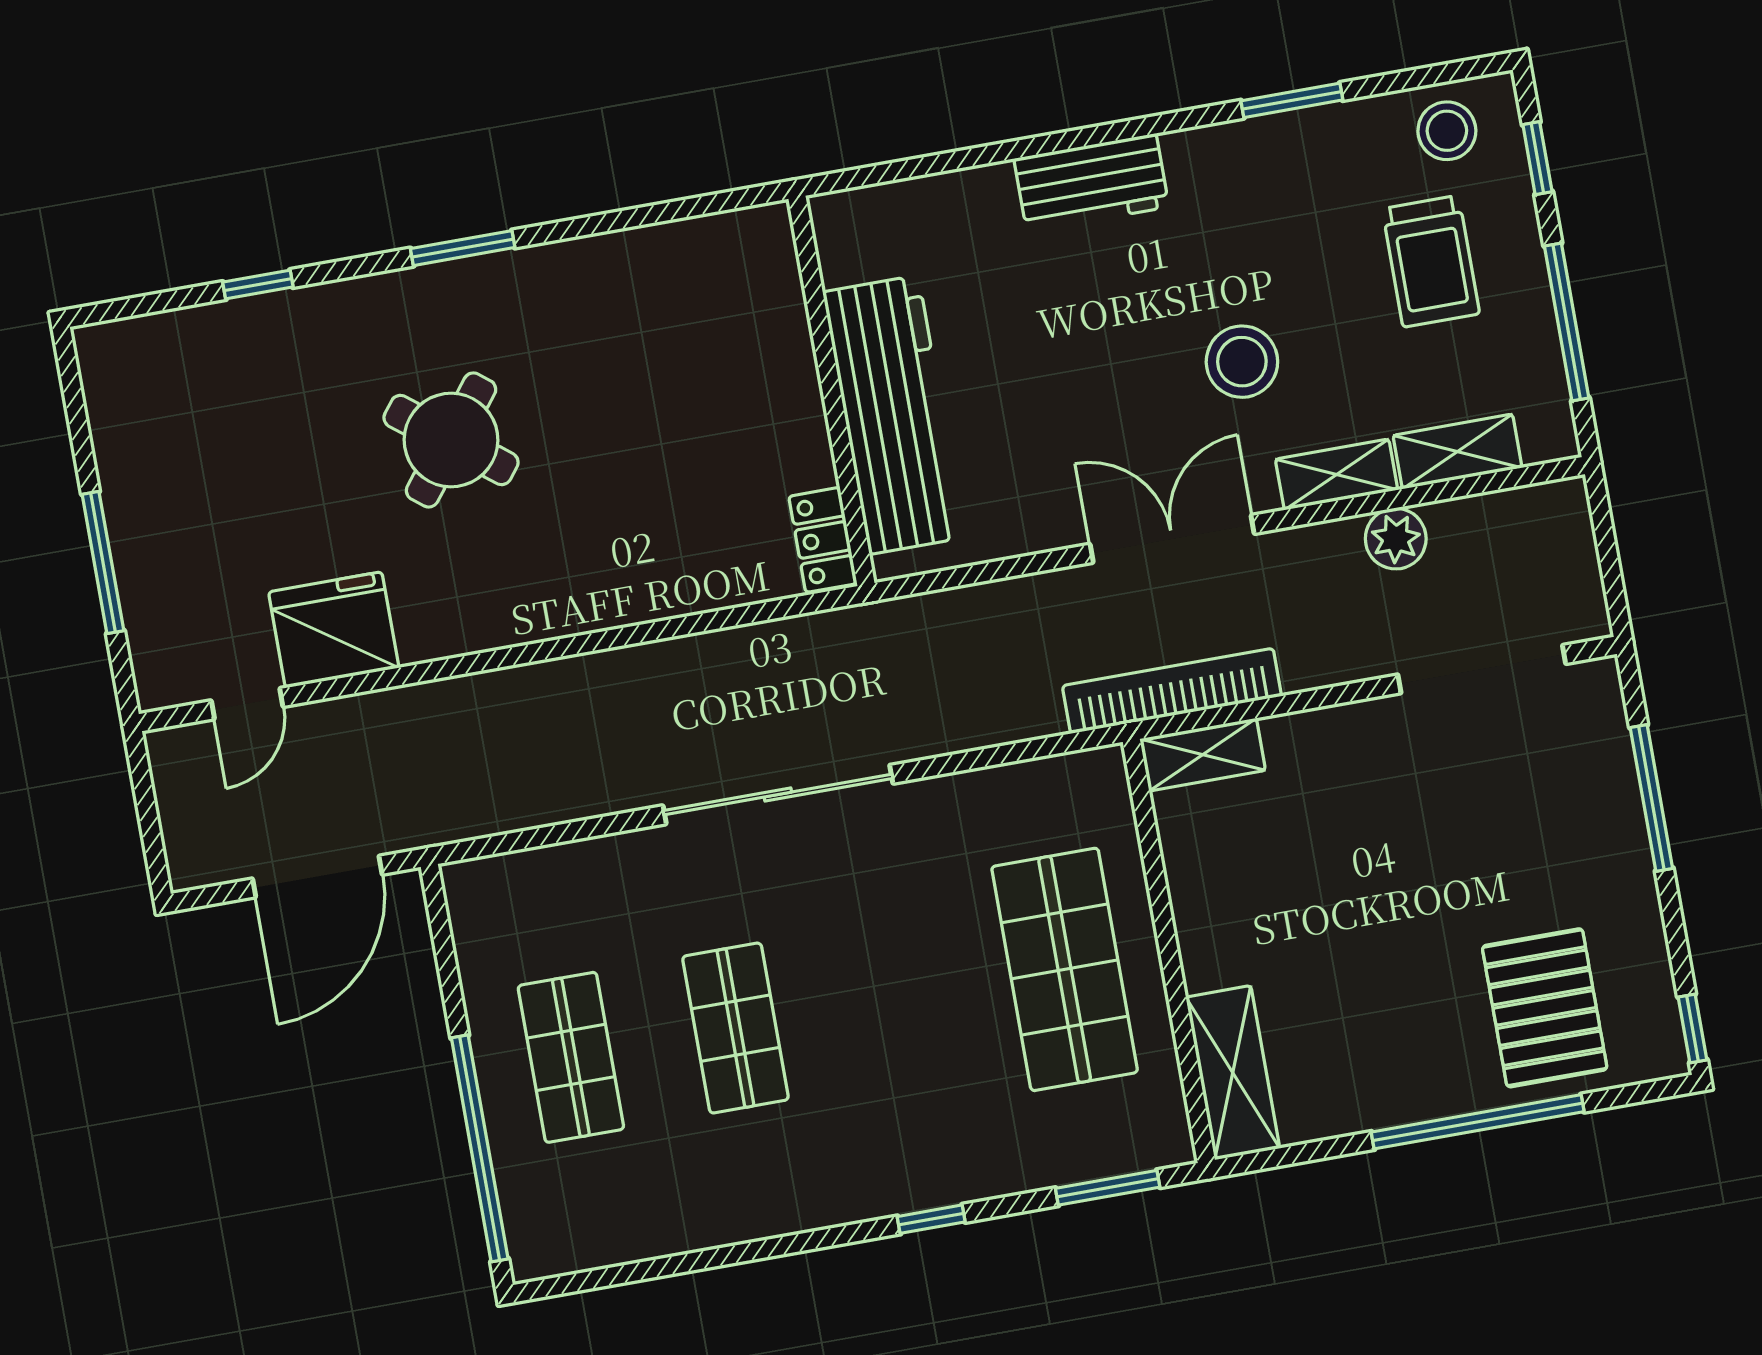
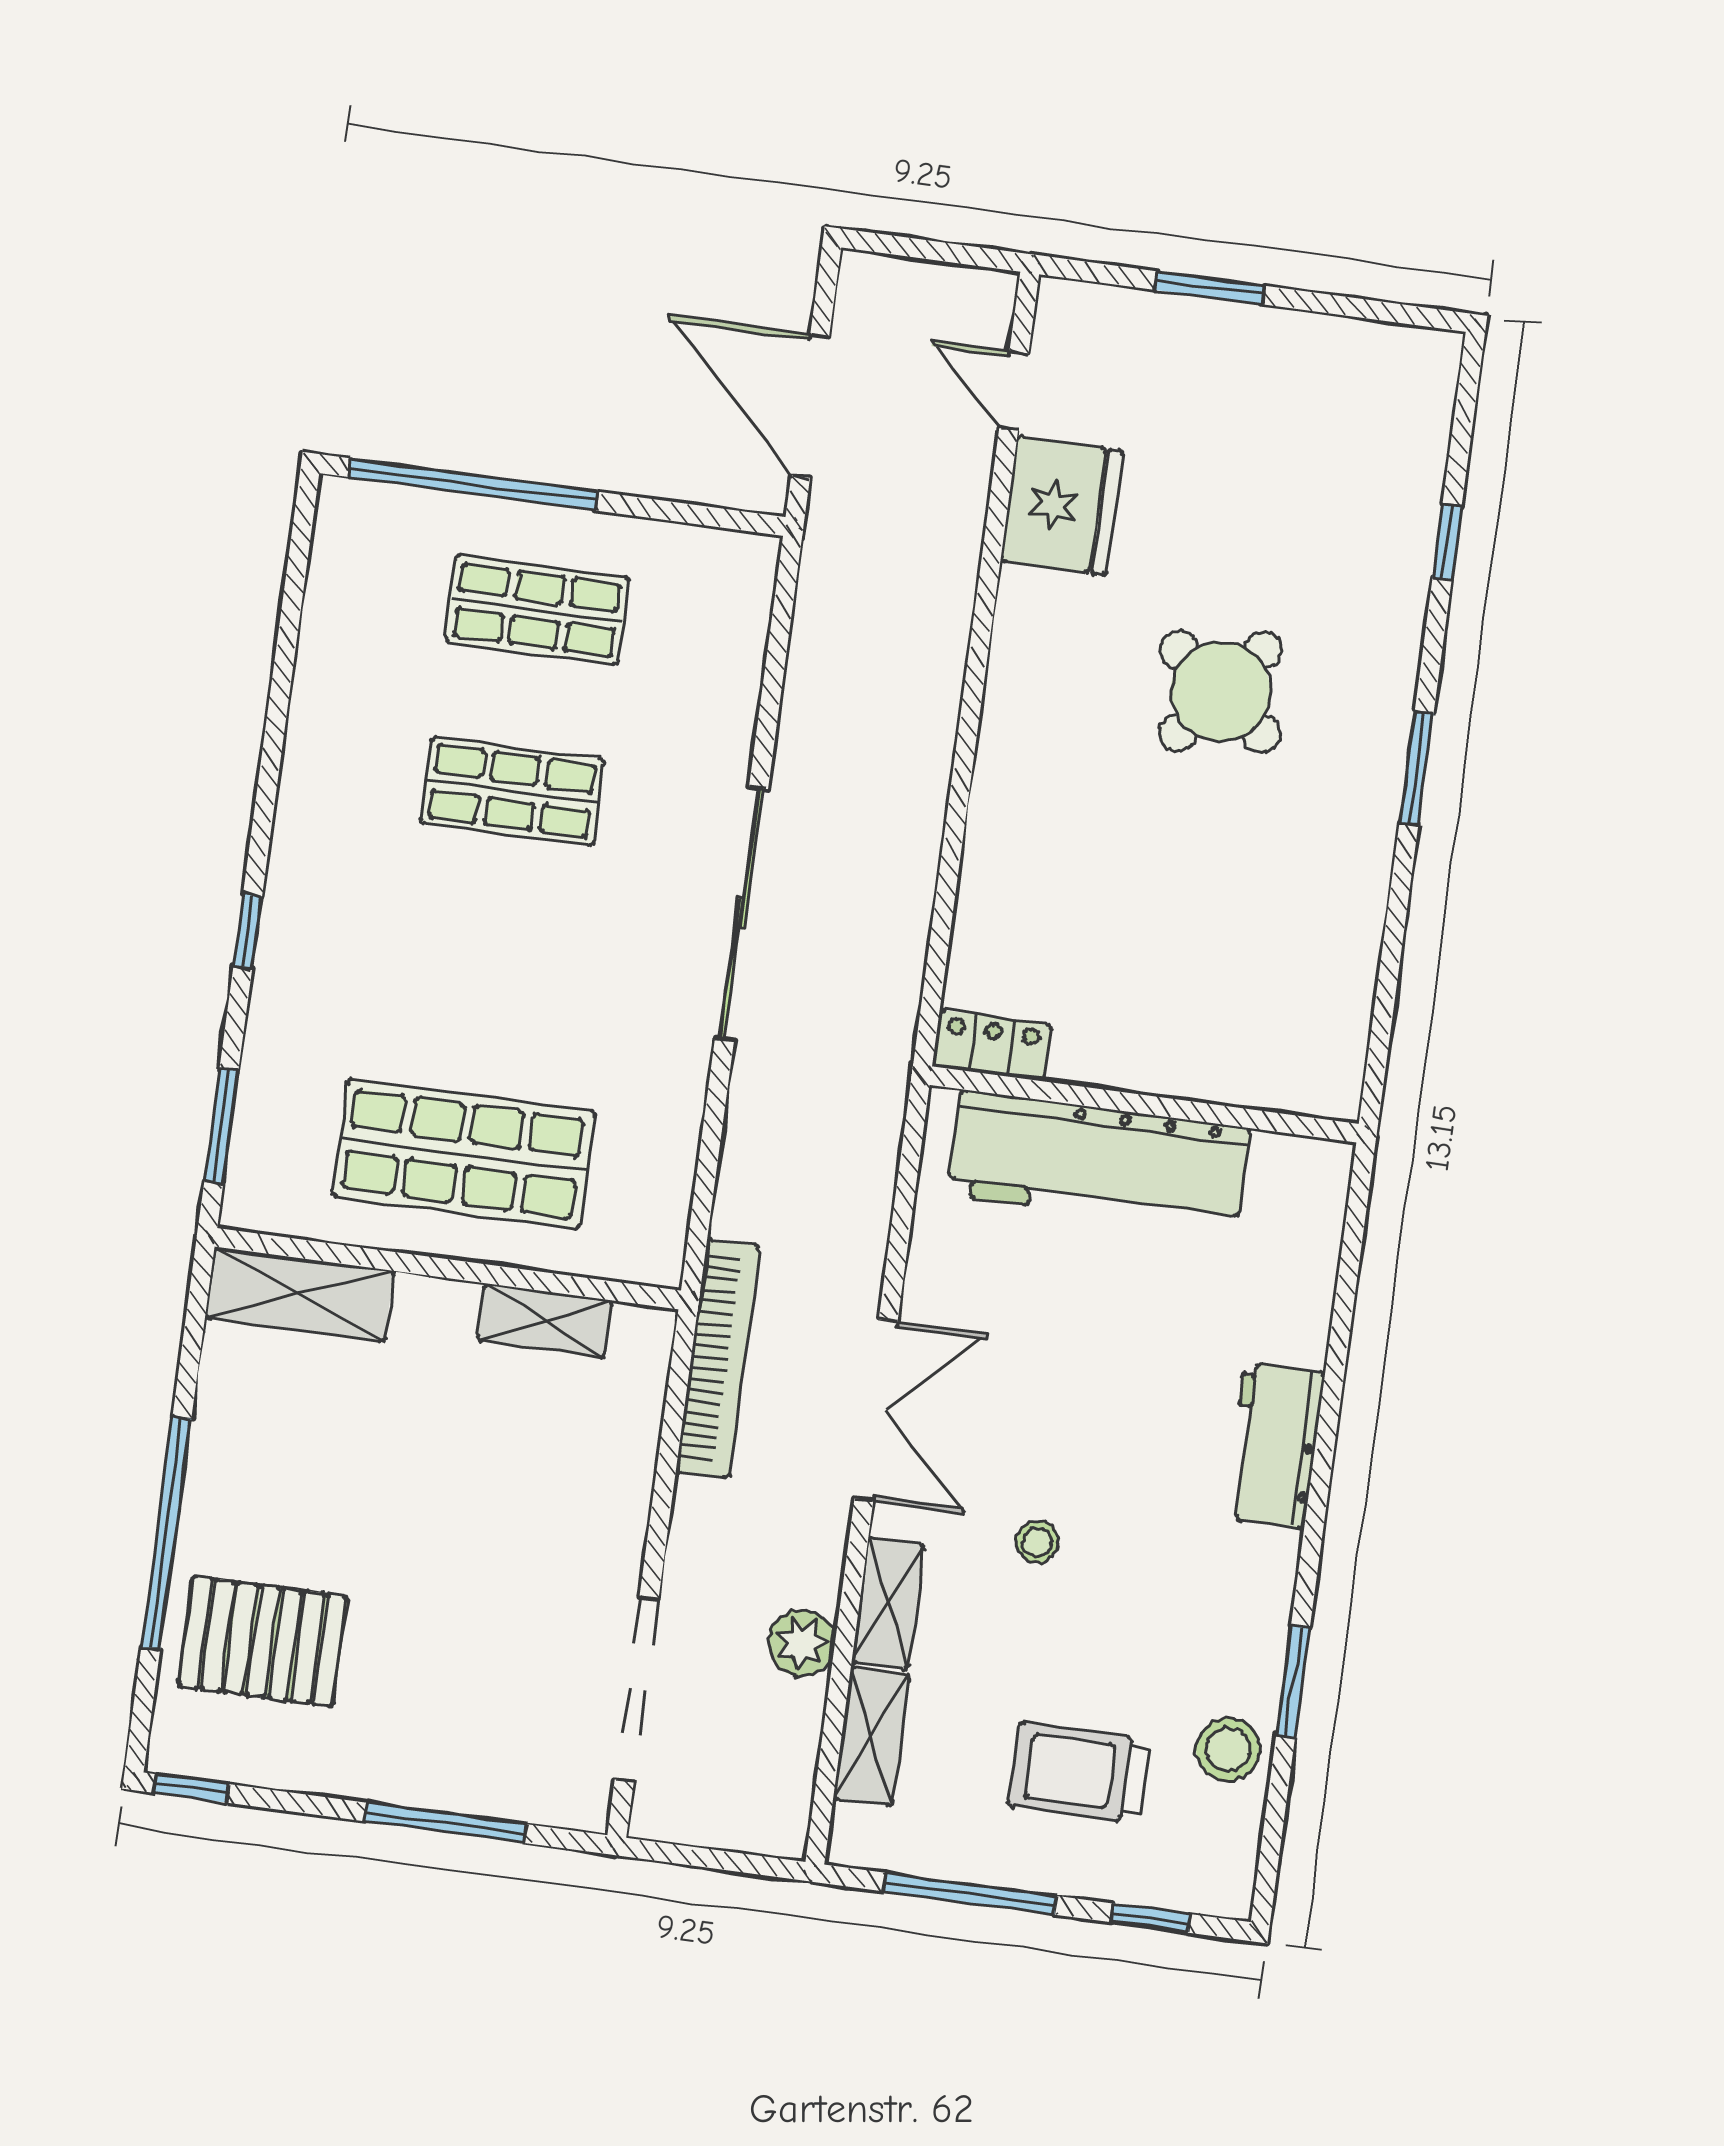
stool: (1447, 131) -> (1228, 1749), moved
stool: (1242, 362) -> (1037, 1542), width x0.53, depth x0.53
window: (103, 563) -> (1209, 288), width x0.69
shelving: (1203, 755) -> (545, 1321), moved, turned 90

